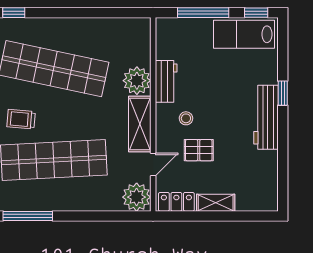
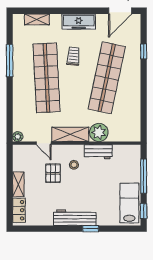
plant: (137, 197) -> (18, 137), width x0.53, depth x0.53
locker: (176, 202) -> (19, 210), moved

